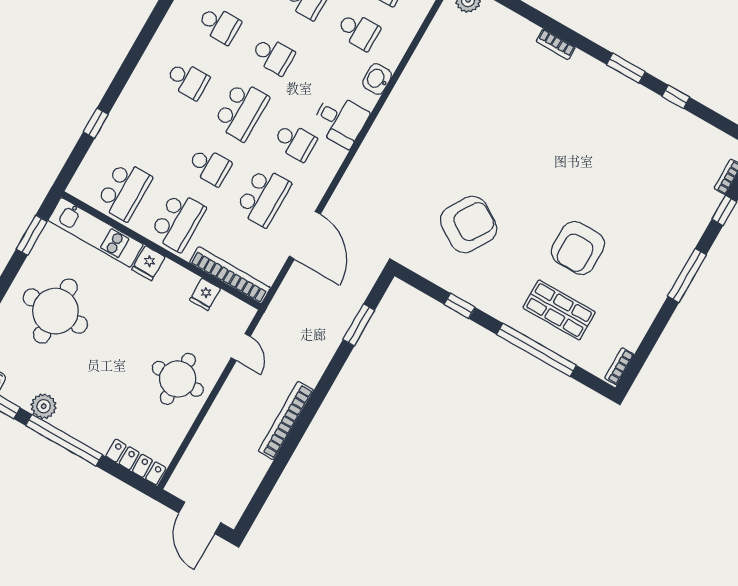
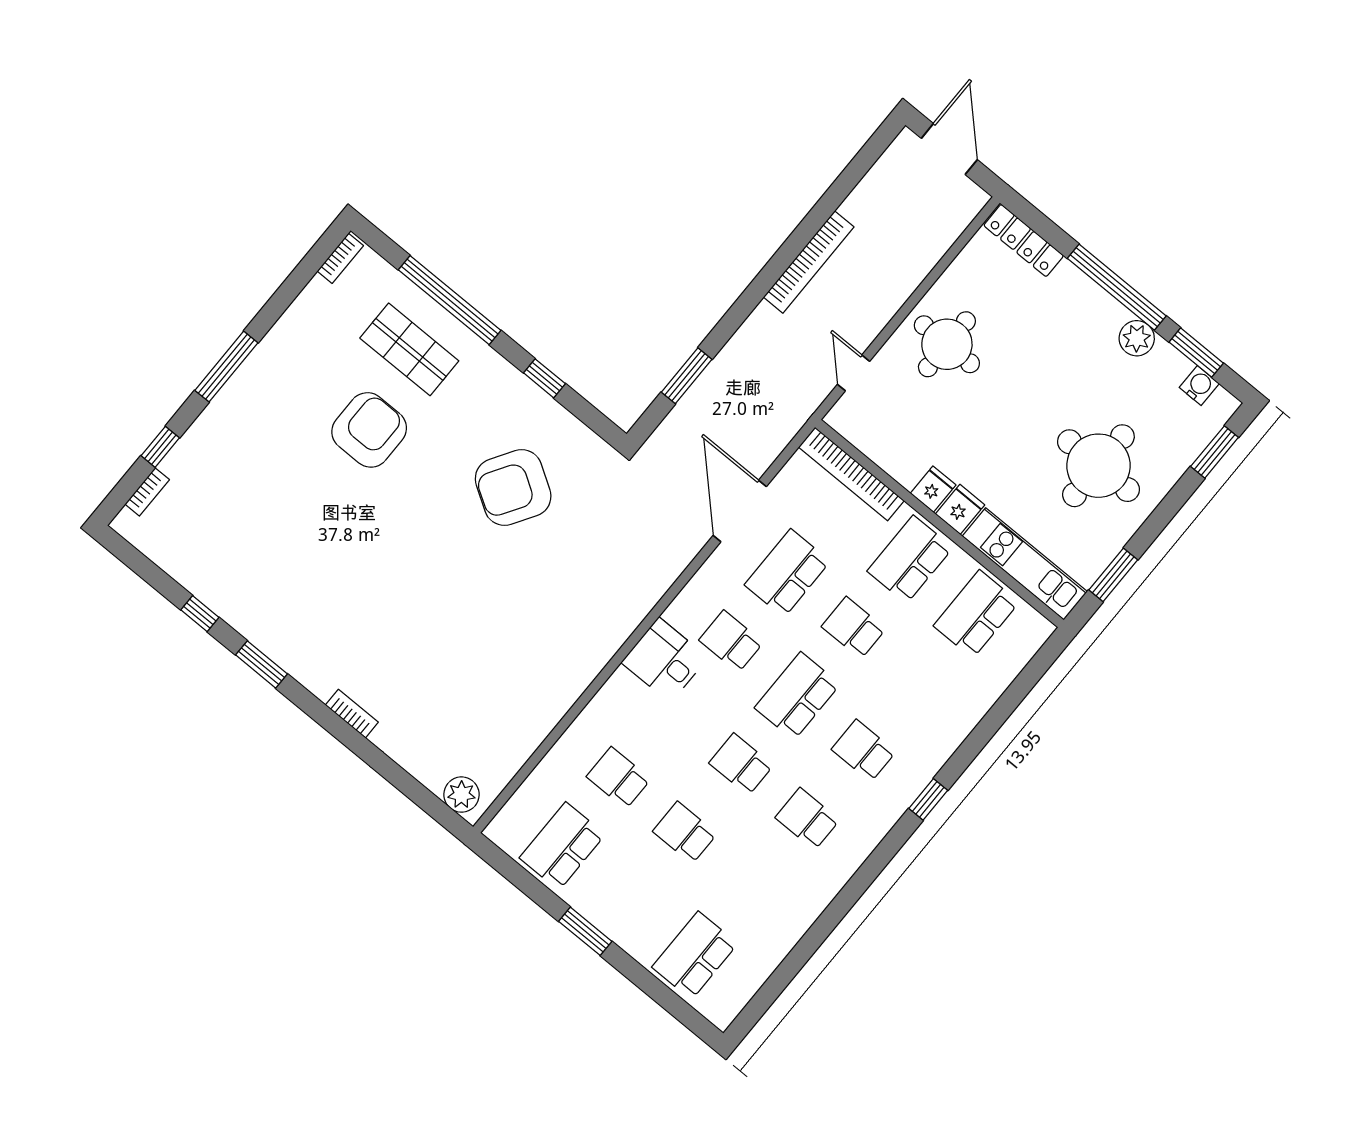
washbasin: (377, 79) -> (604, 708), removed
window: (96, 123) -> (928, 799), moved
fridge: (205, 294) -> (933, 489), moved

